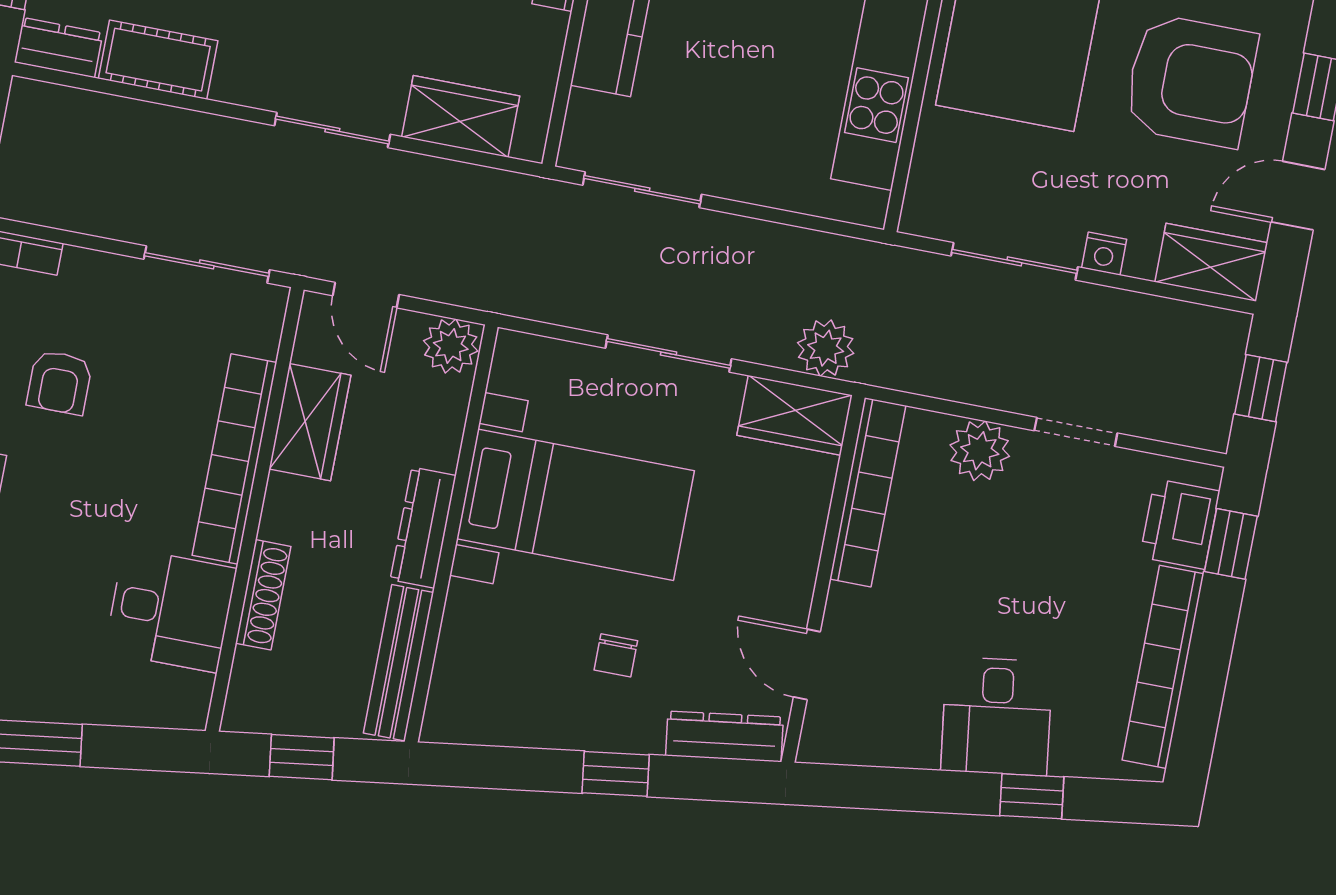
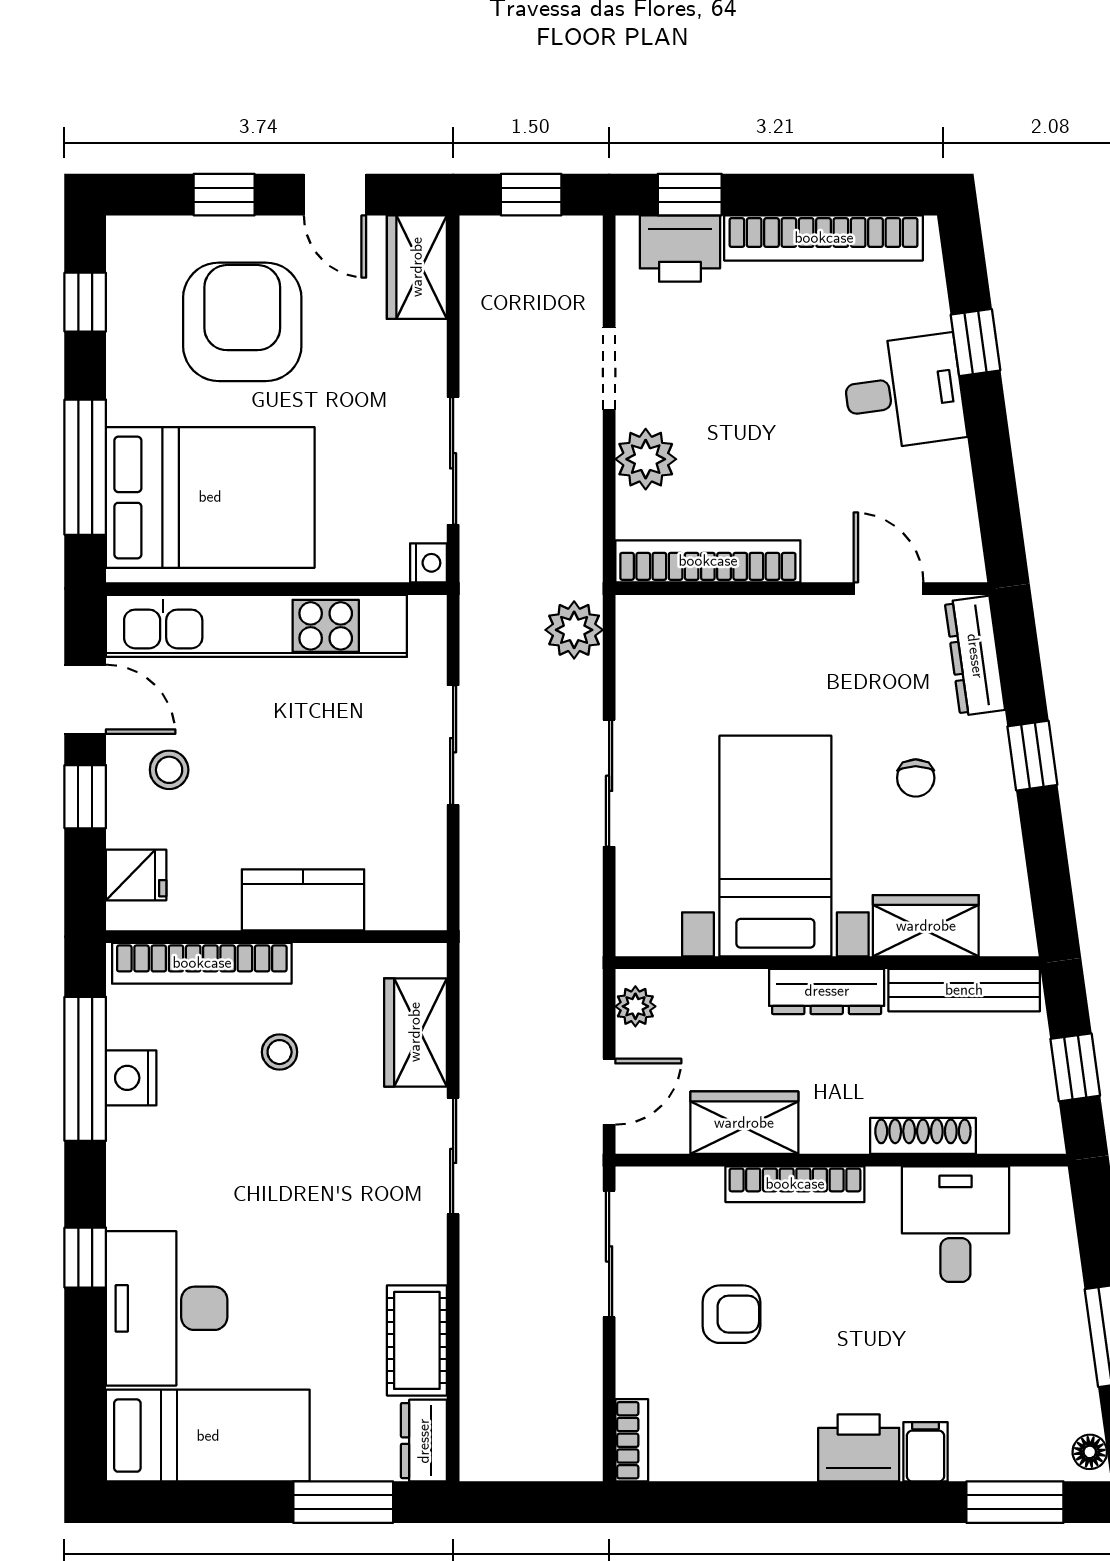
sliding door: (642, 190) -> (453, 745), moved
nightstand: (1104, 254) -> (428, 563), moved
plant: (451, 346) -> (635, 1006), width x0.73, depth x0.73
armchair: (60, 382) -> (731, 1314), moved
wardrobe: (795, 415) -> (926, 926), moved, turned -90
bookcase: (235, 459) -> (795, 1184), width x0.68, depth x0.76
chair: (616, 655) -> (916, 778), turned 90
door: (807, 664) -> (888, 589), swing flipped

